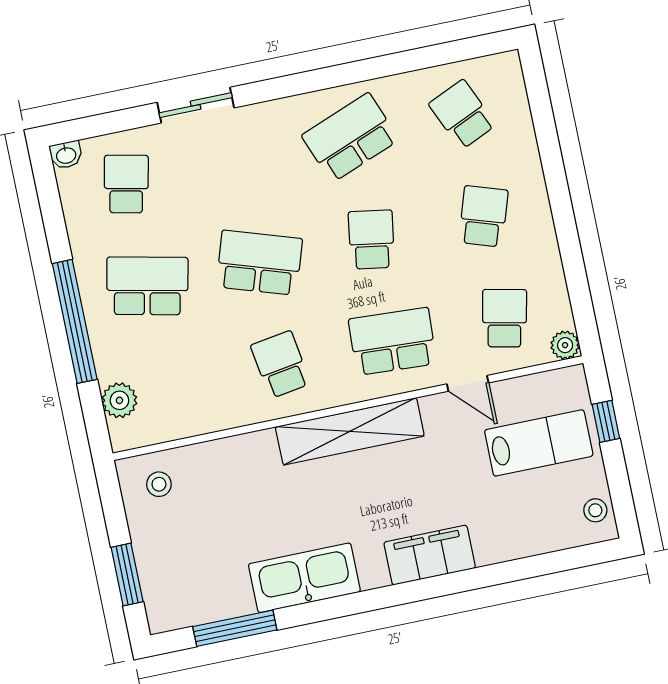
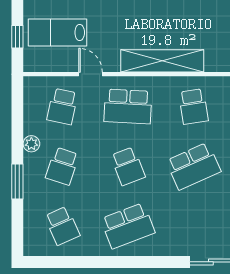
window: (555, 174) -> (17, 181), added
school desk: (371, 240) -> (128, 166), turned -30
school desk: (259, 263) -> (193, 166), turned -42
plant: (565, 345) -> (31, 144), moved

